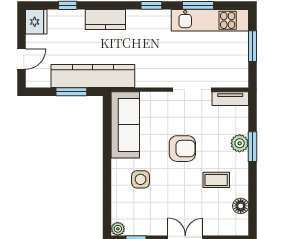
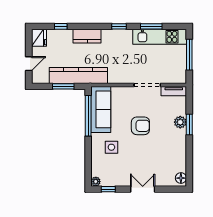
window: (253, 46) -> (189, 55), width x1.44
window: (107, 134) -> (88, 116), added
coffee table: (216, 180) -> (164, 148), removed
floor lamp: (241, 206) -> (181, 178), moved

